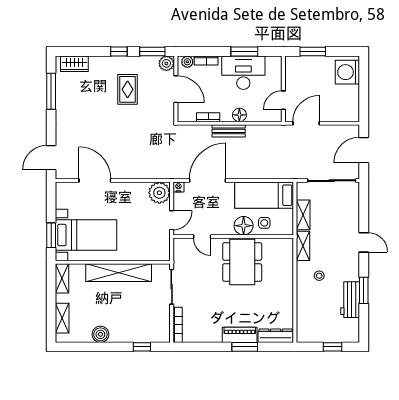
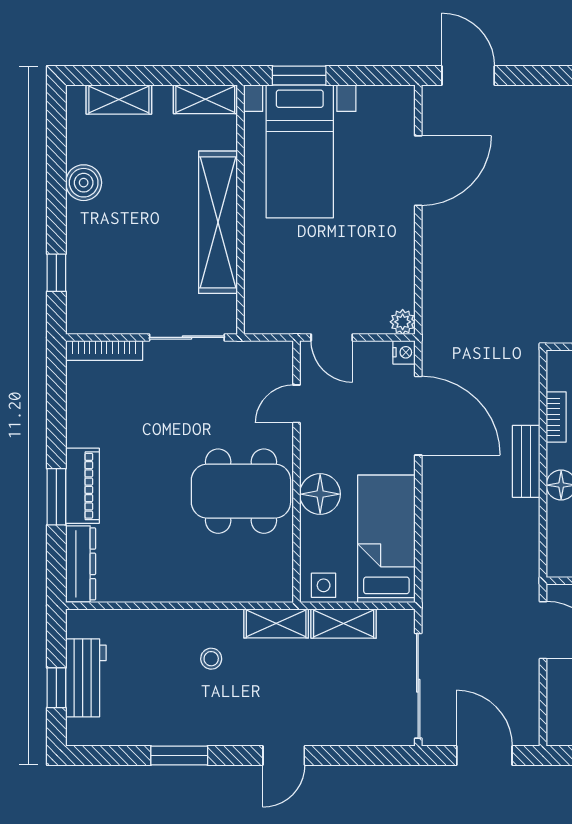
plant: (159, 193) -> (403, 322), width x0.53, depth x0.53
side table: (264, 223) -> (324, 585), moved
workbench: (350, 300) -> (86, 678), moved, turned 90

